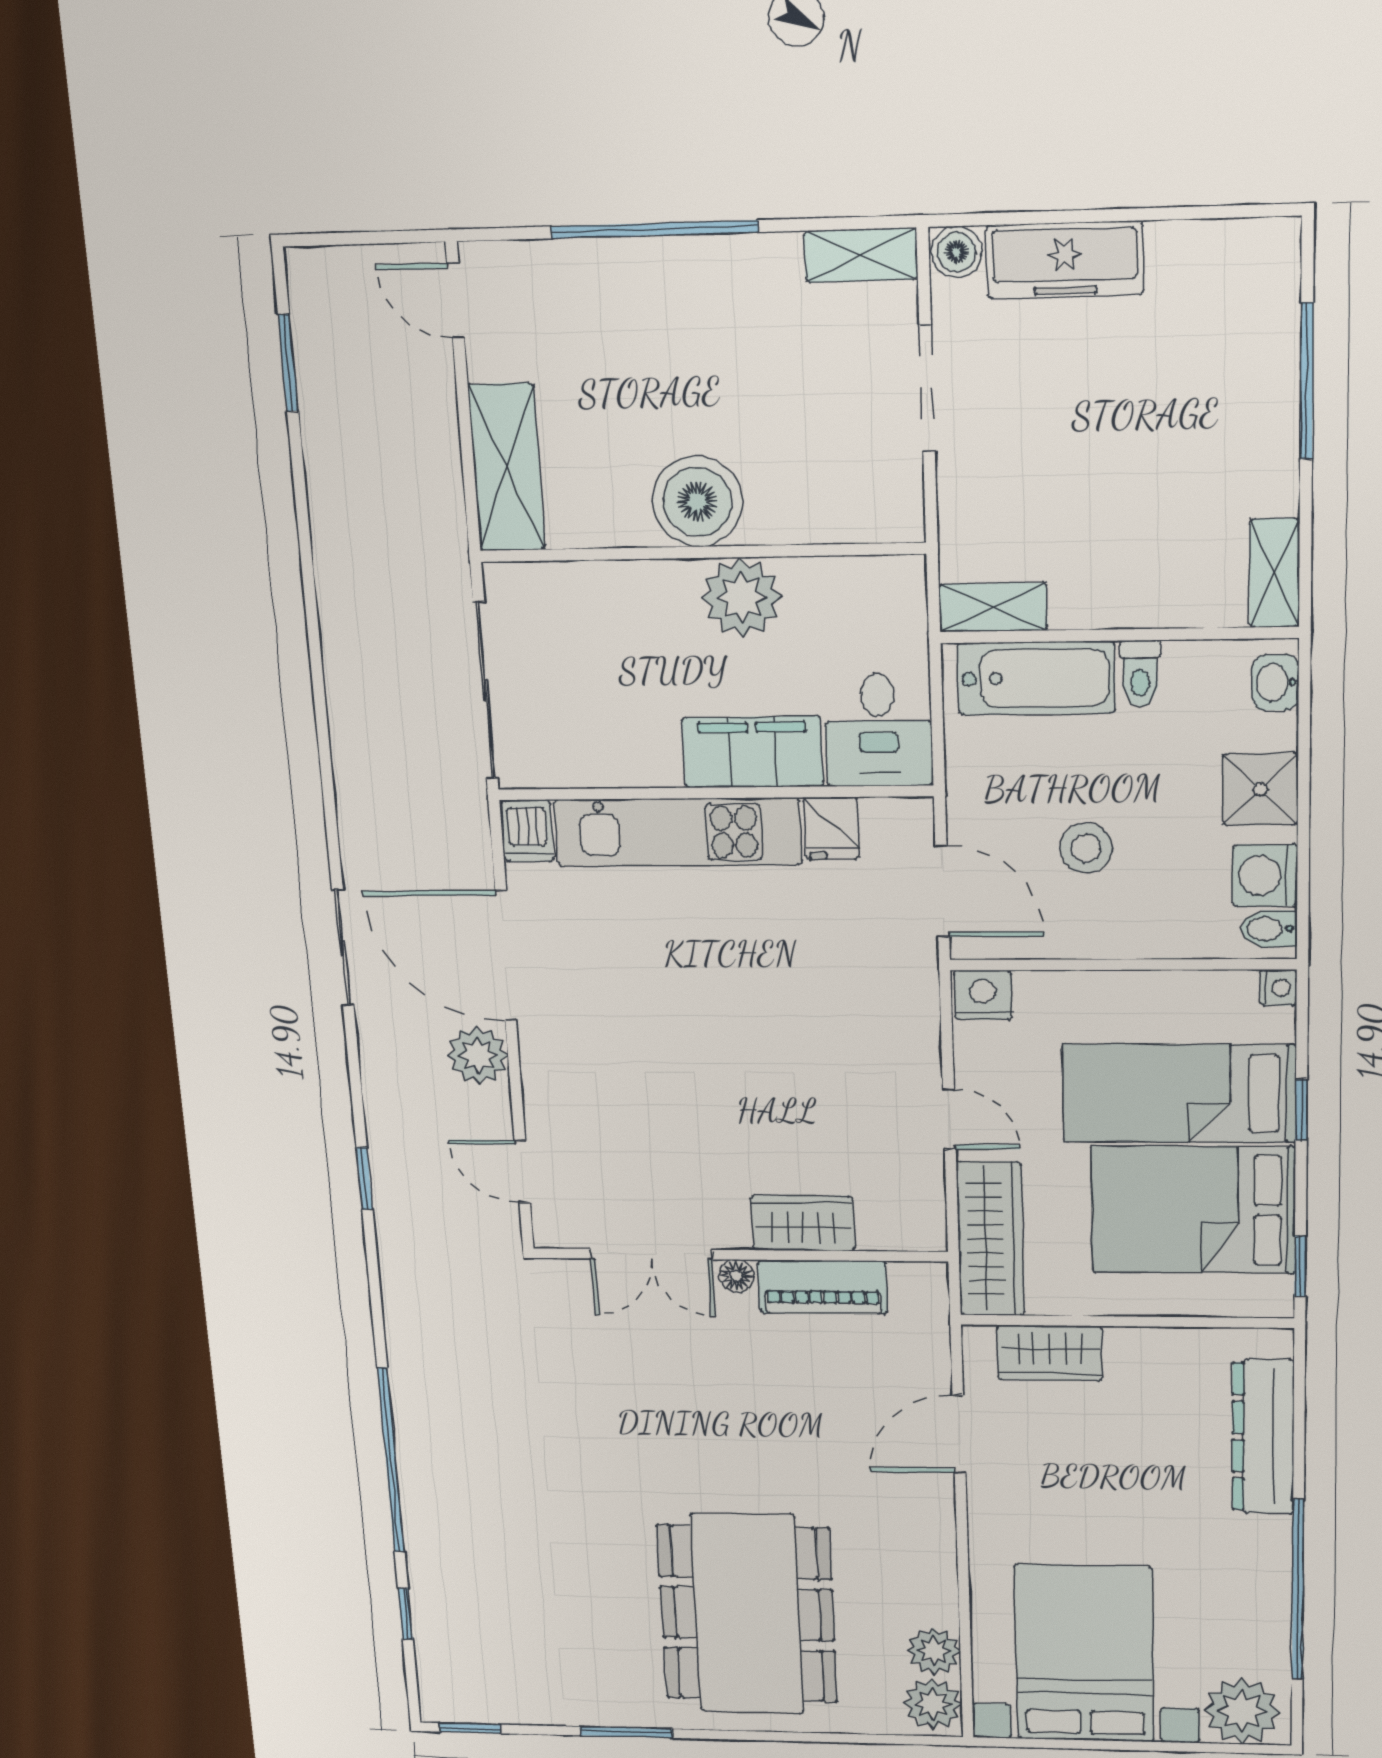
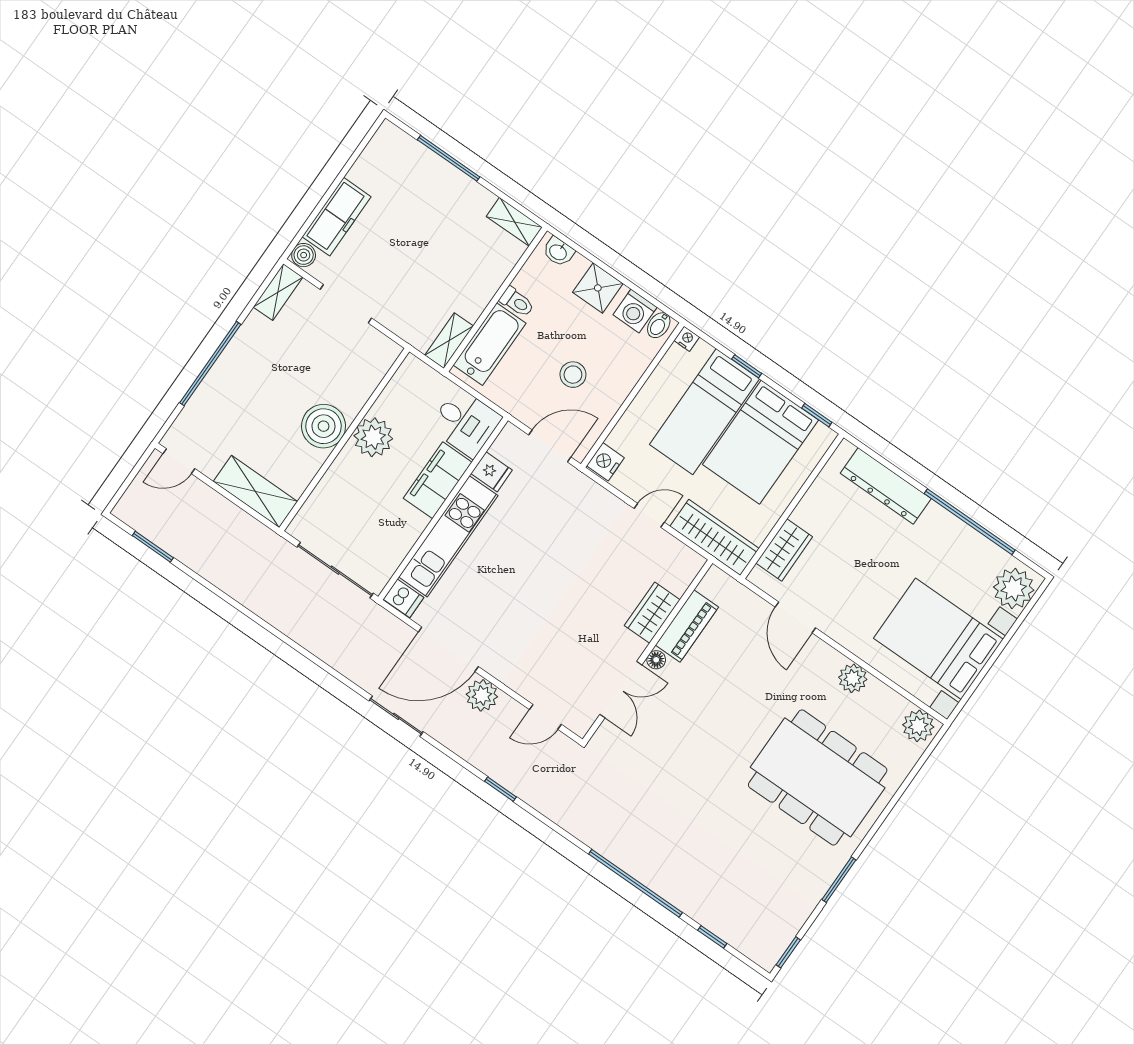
plant: (934, 1651) -> (853, 678), moved

